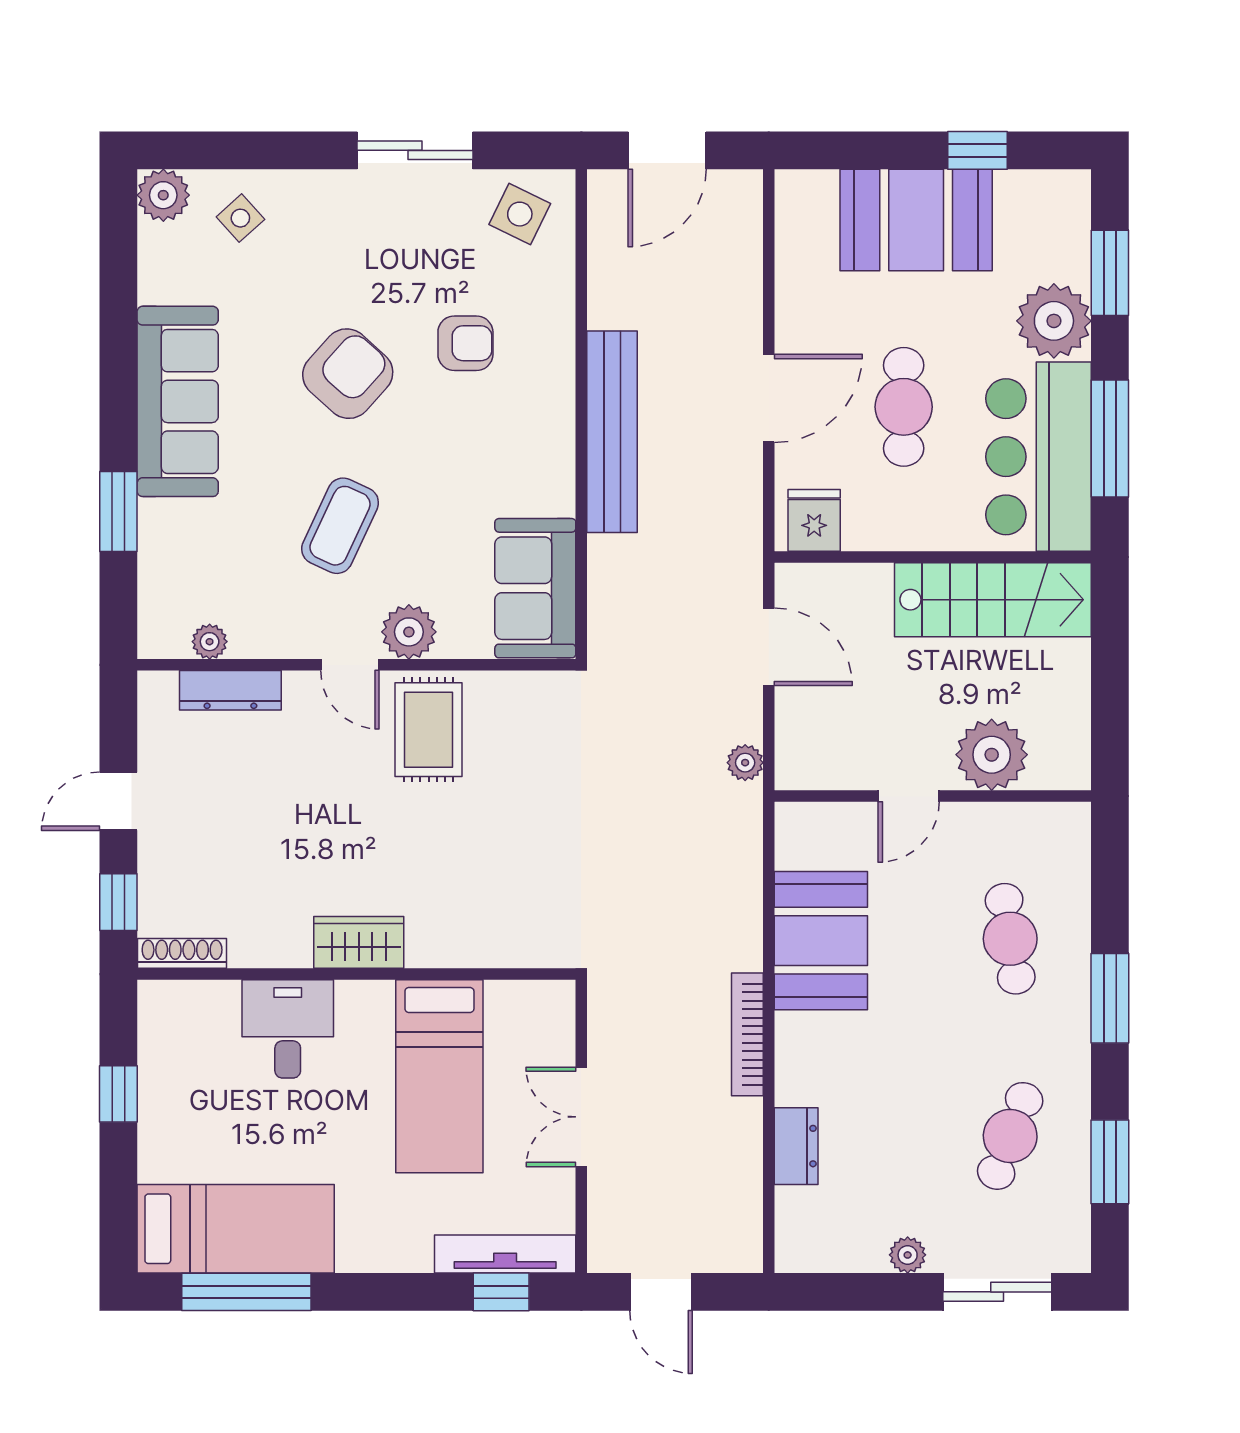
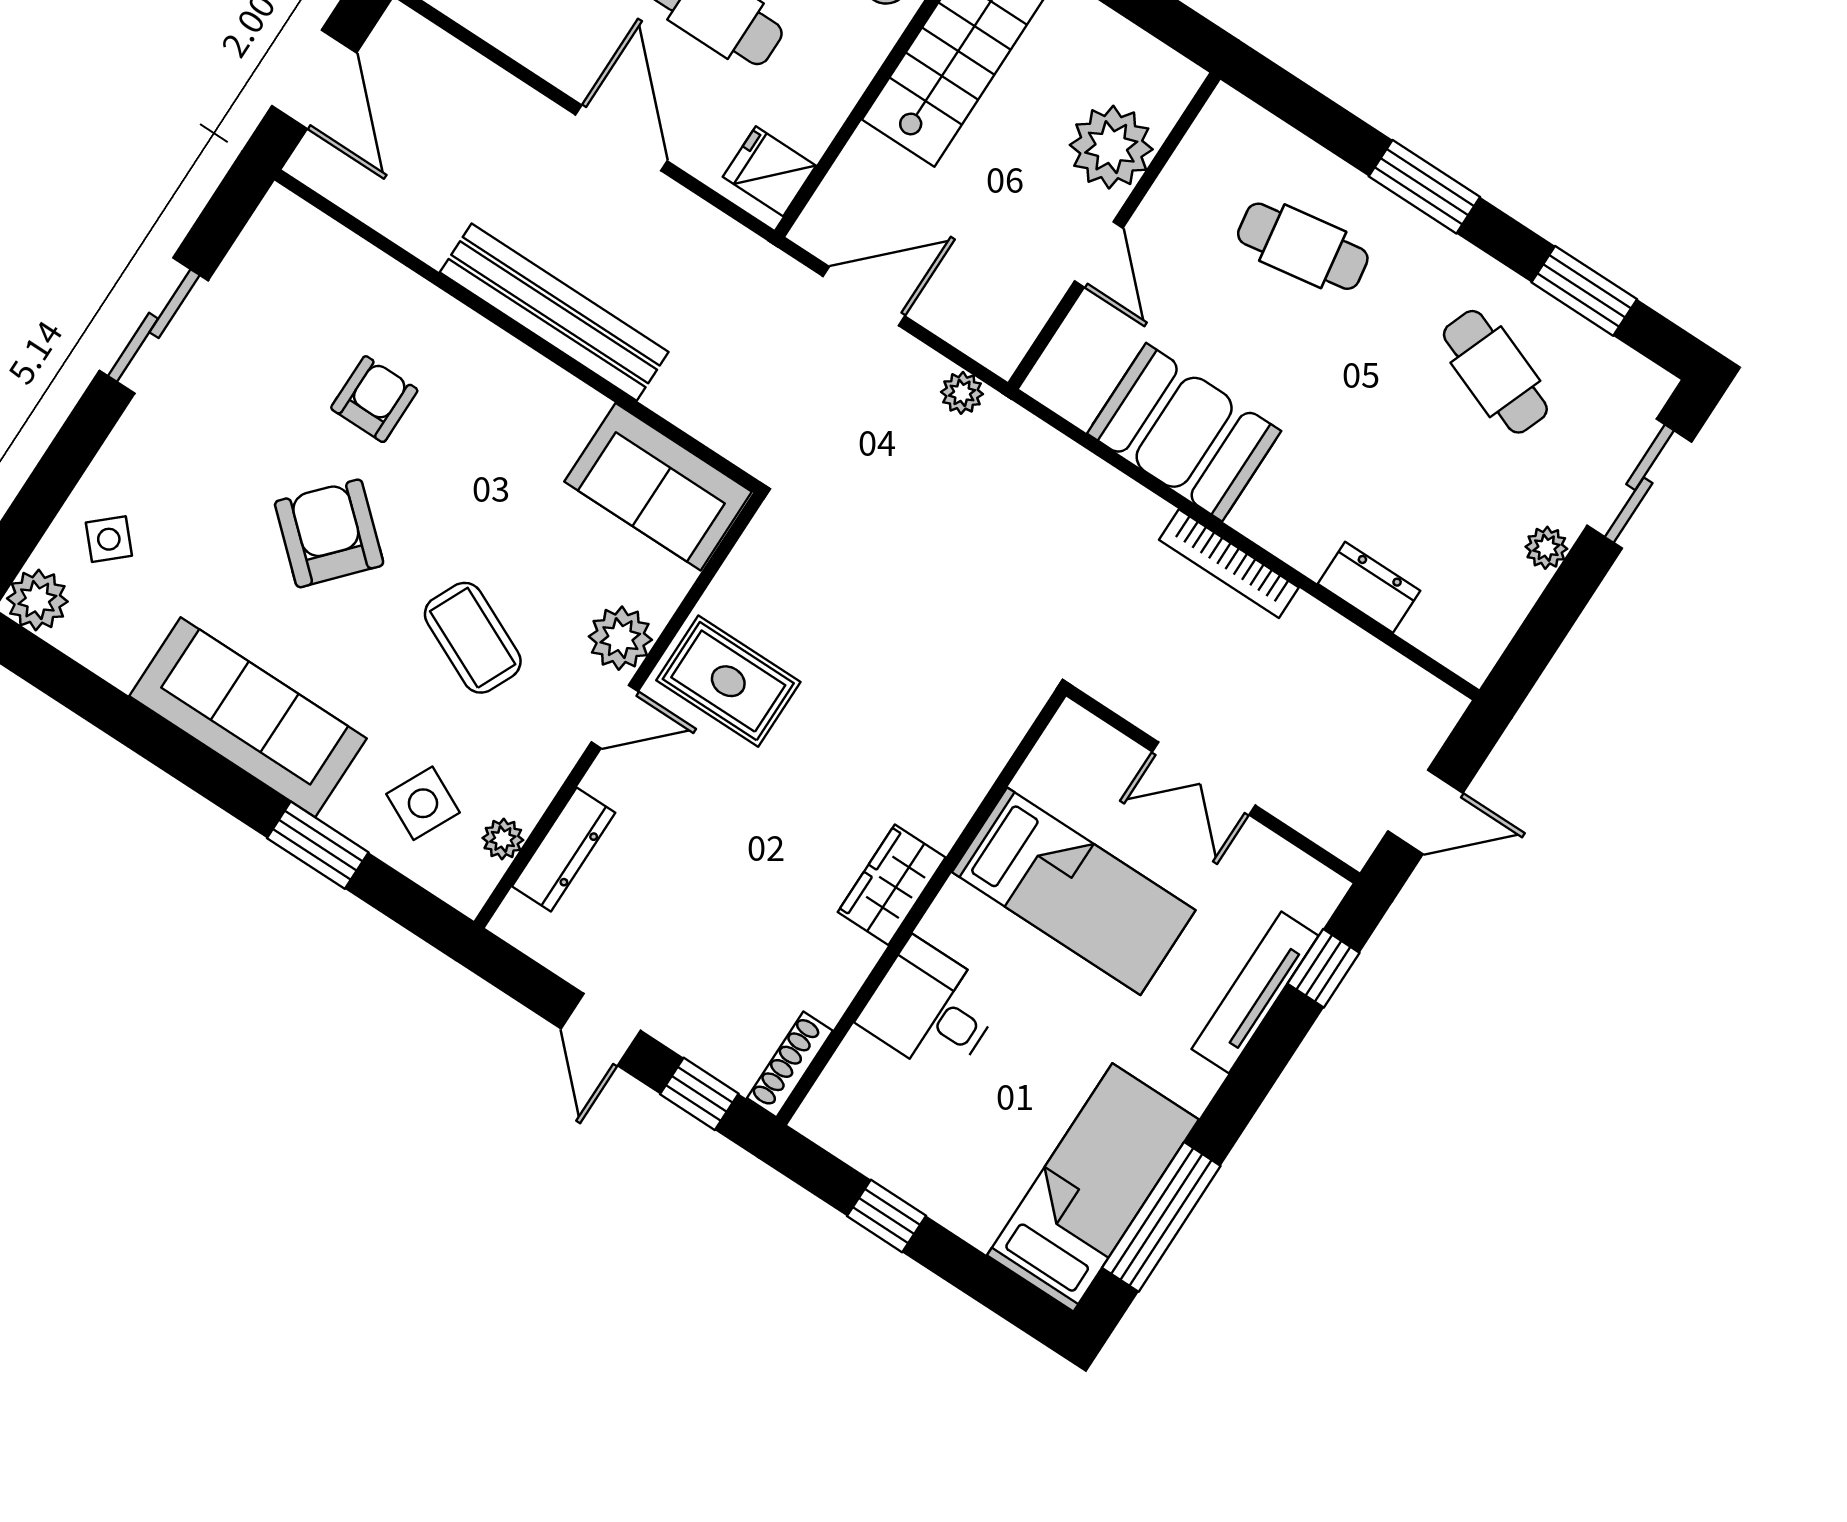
side table: (520, 214) -> (423, 803), moved
tv unit: (505, 1254) -> (1255, 992), moved

